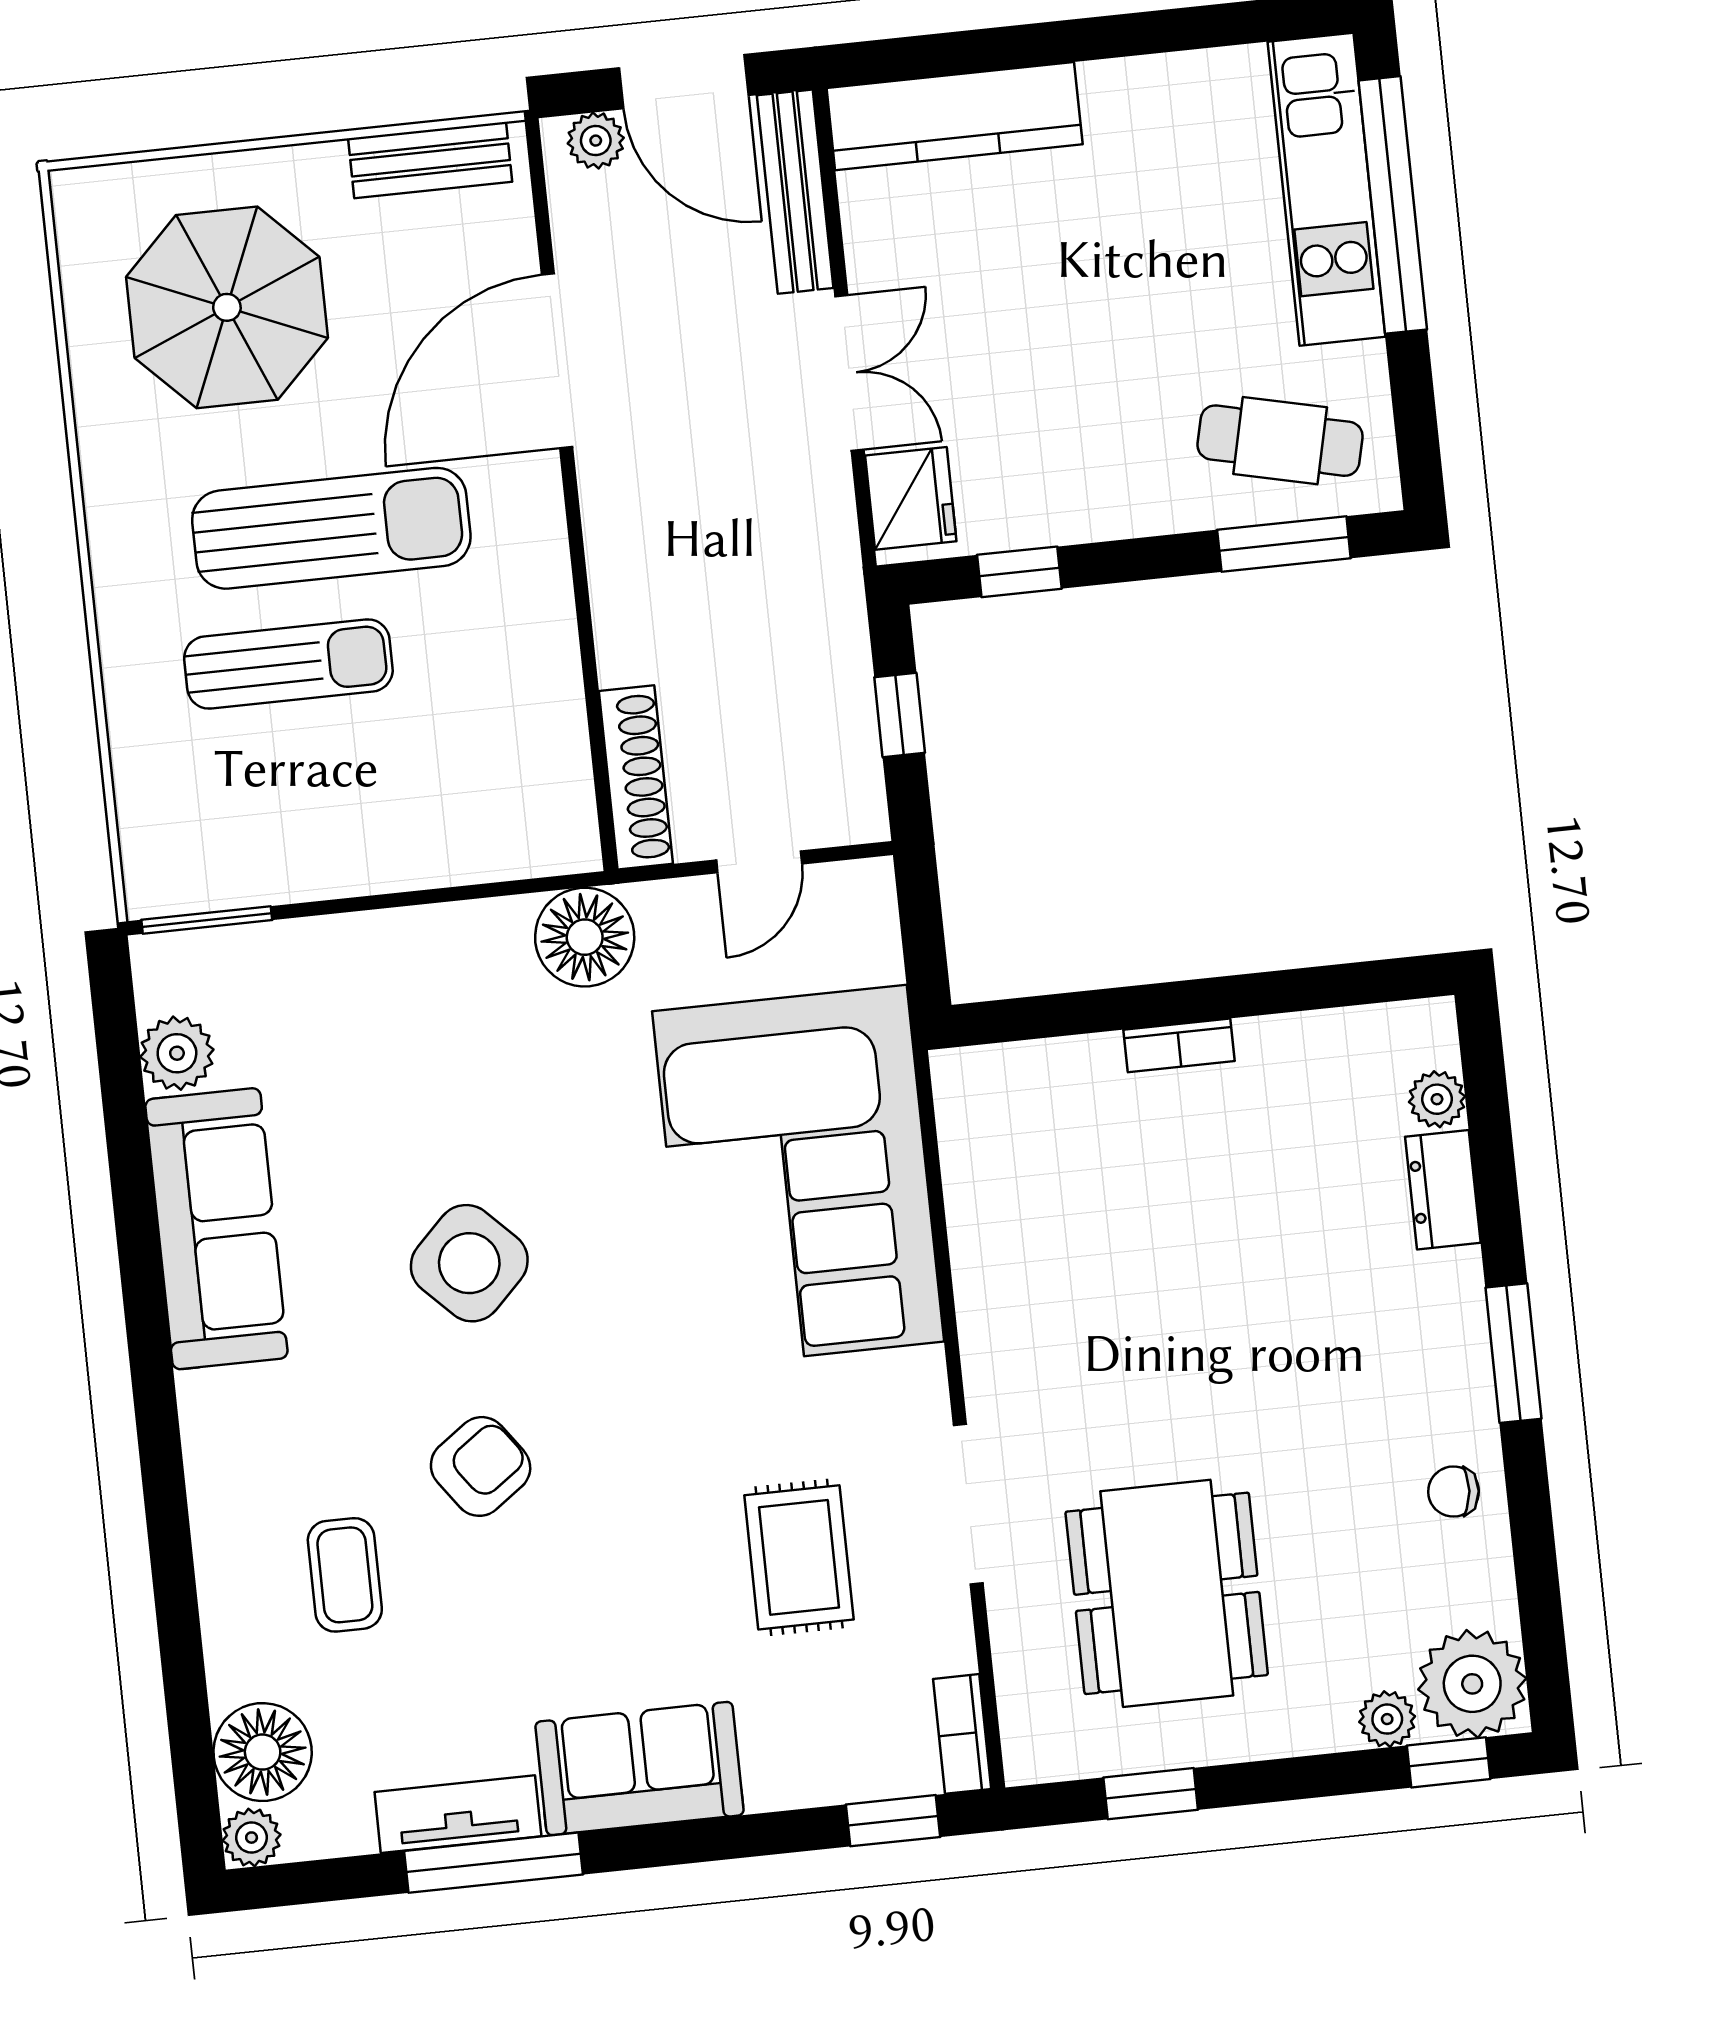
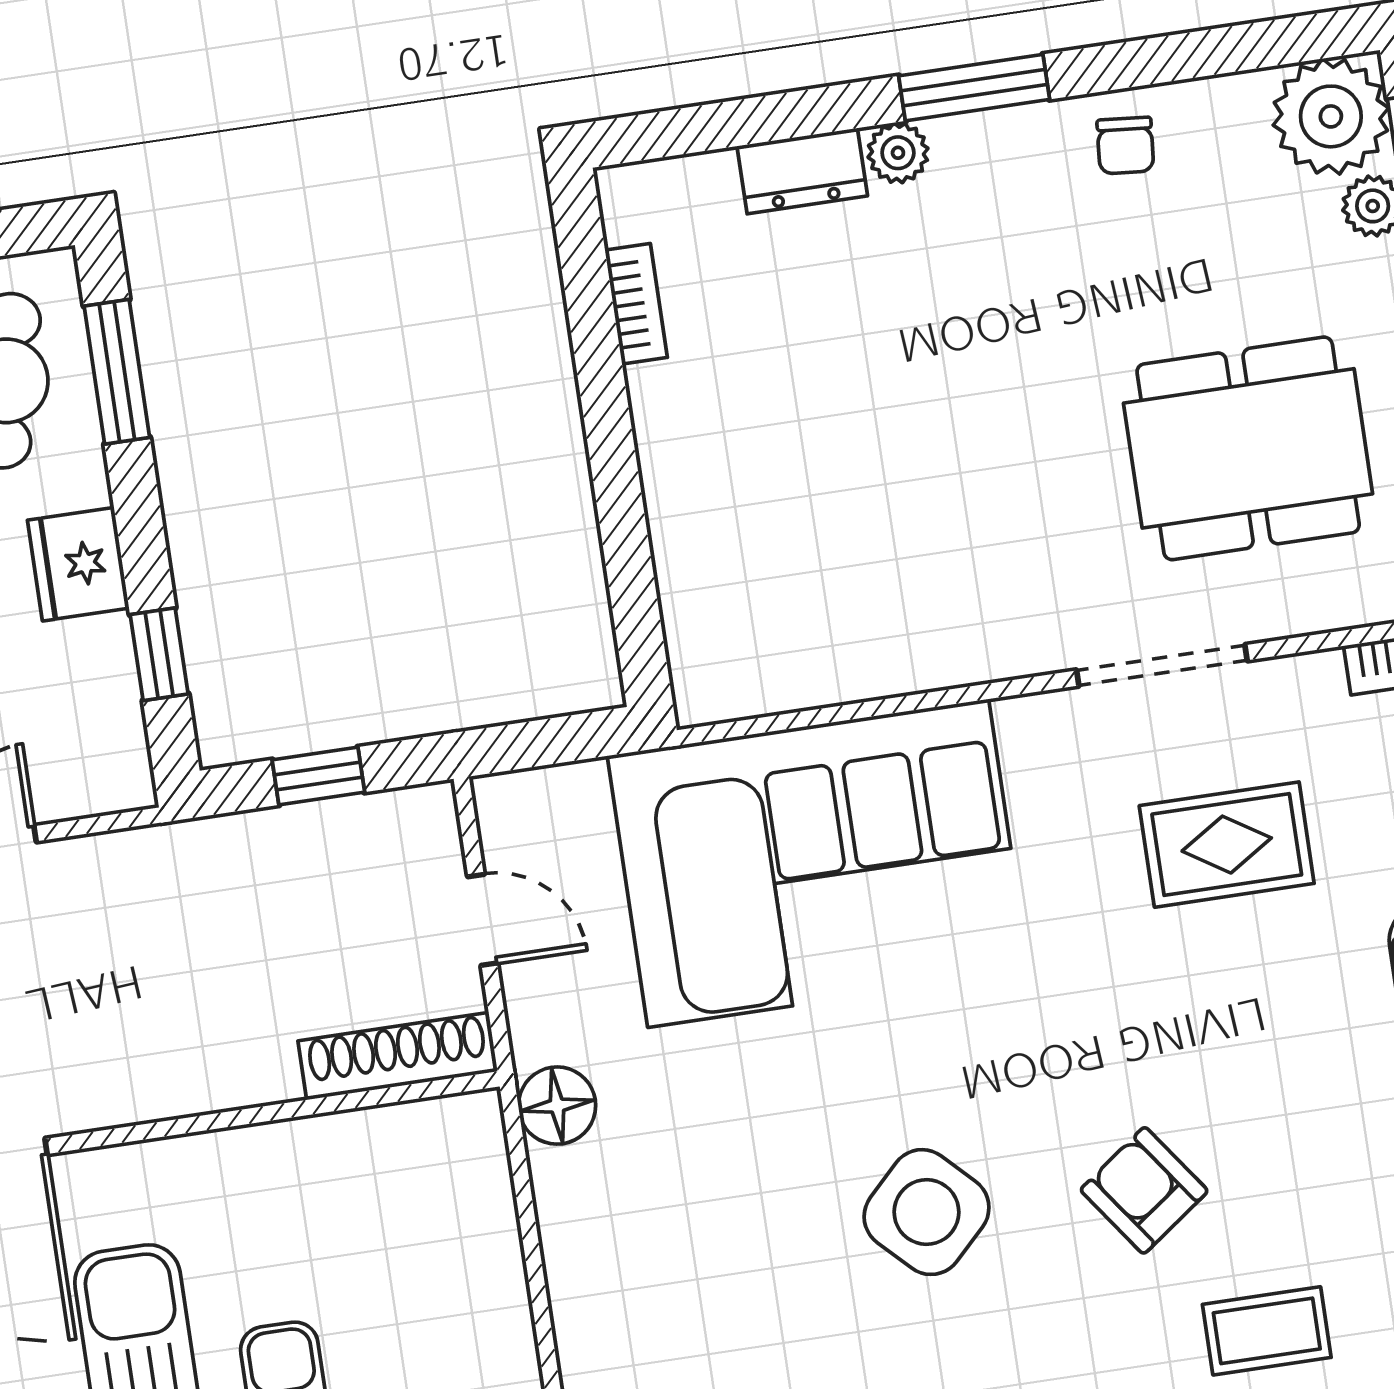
fridge: (911, 498) -> (78, 564), moved, turned -90
floor lamp: (585, 937) -> (557, 1106), width x0.73, depth x0.73
bookcase: (1179, 1045) -> (636, 304), moved
plant: (1437, 1099) -> (898, 153), moved

